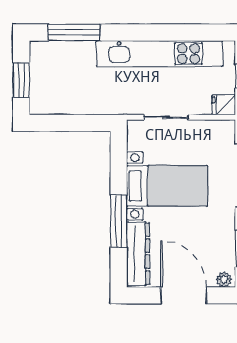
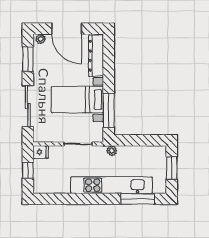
kitchen unit: (159, 54) -> (111, 185), moved
plant: (114, 107) -> (112, 151), added
window: (119, 221) -> (109, 110), moved

